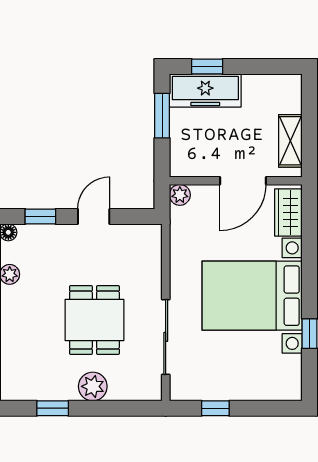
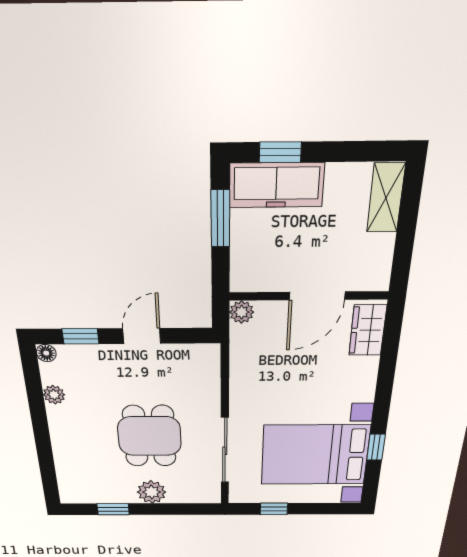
shelving: (290, 141) -> (386, 198), moved
bed with nightstands: (252, 296) -> (315, 455), moved

